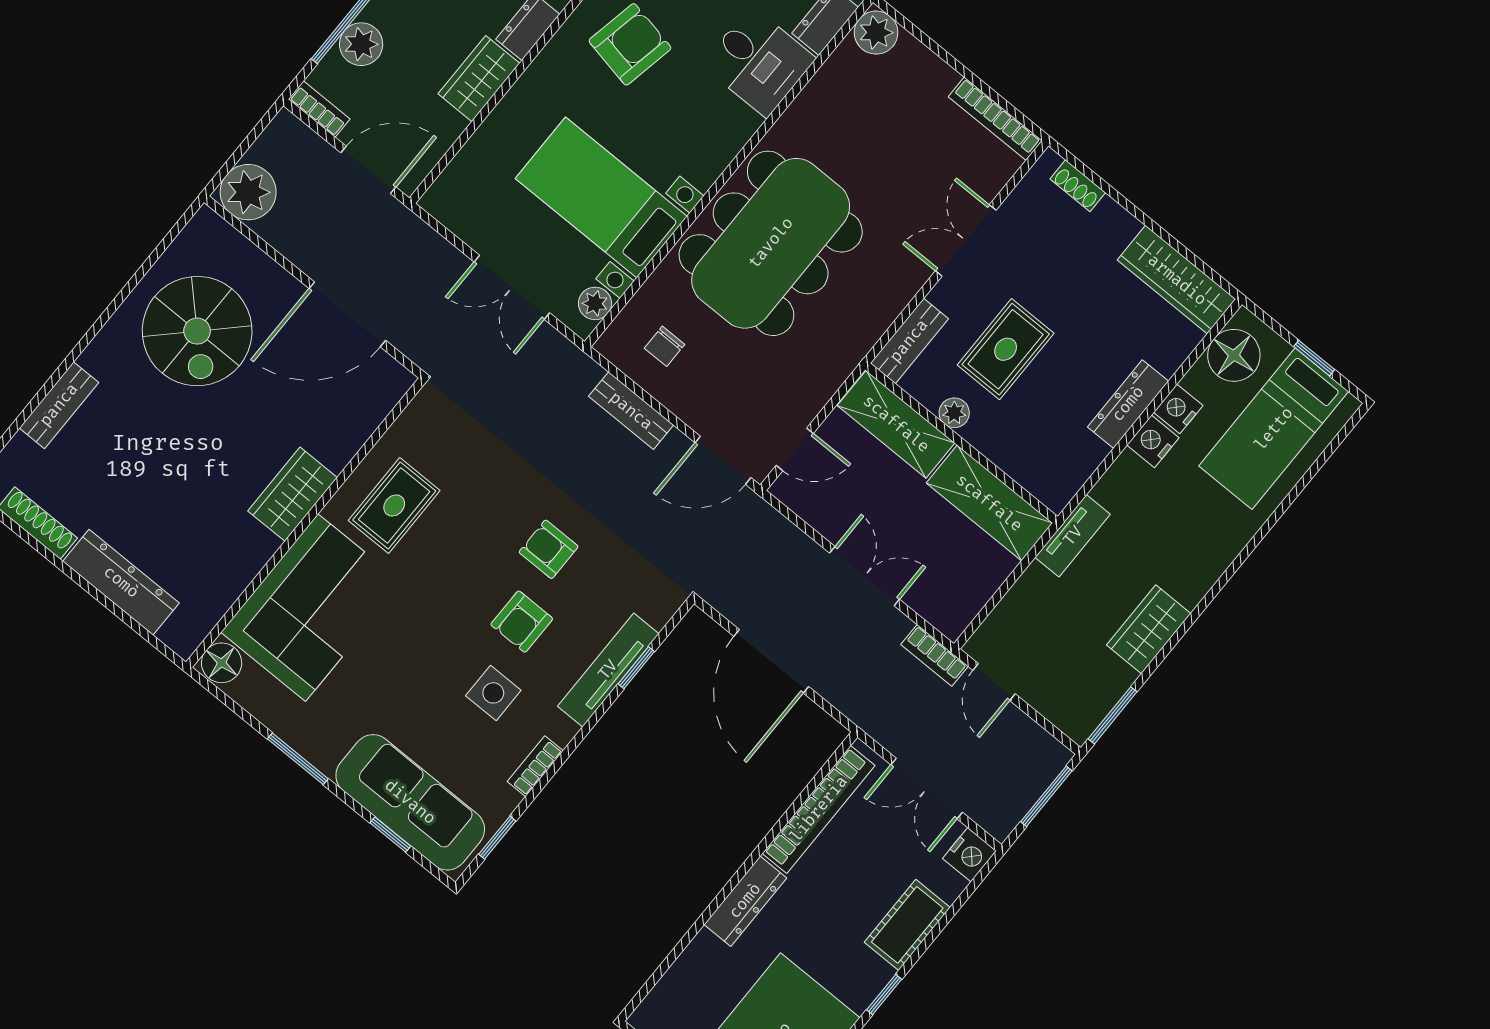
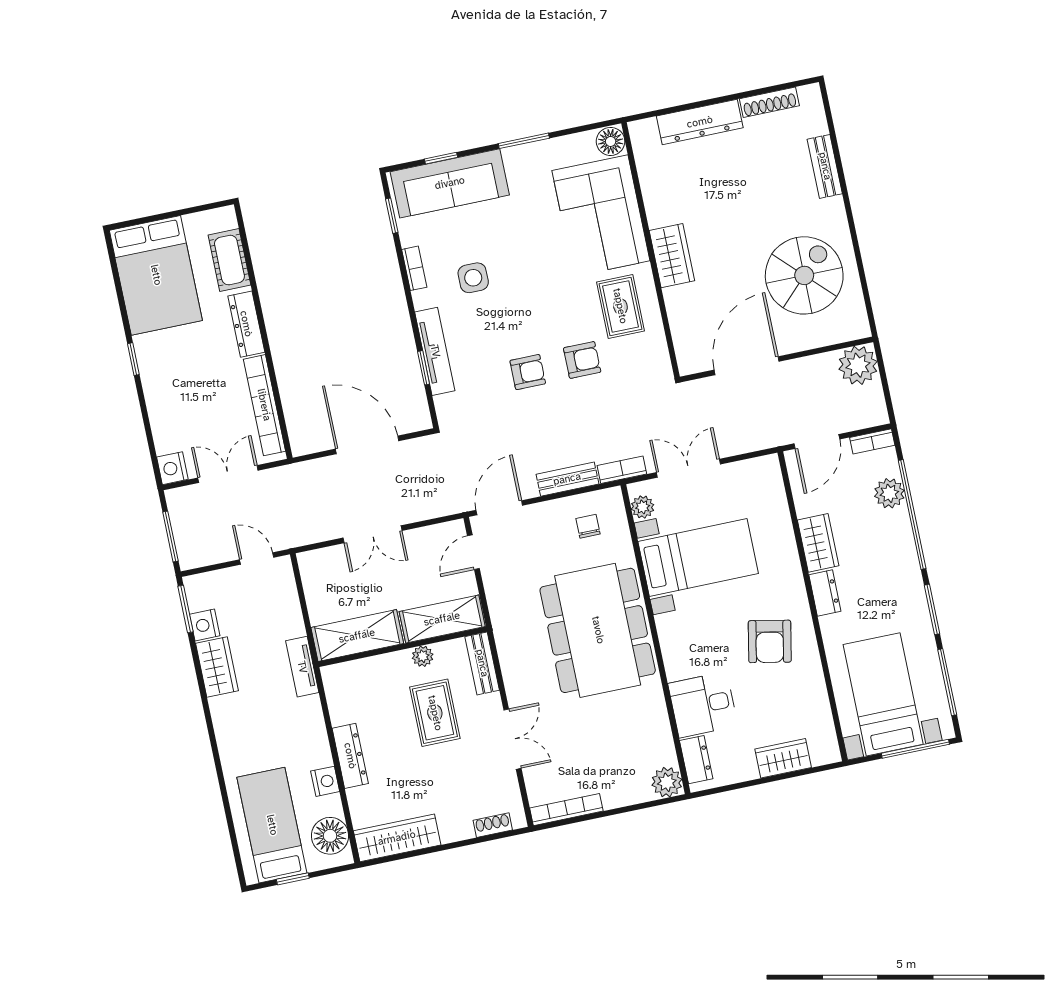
spiral stairs: (197, 331) -> (804, 275), turned 90
nightstand: (1153, 441) -> (205, 625), moved, turned 180
armchair: (522, 622) -> (582, 360), moved, turned 90
bookcase: (934, 655) -> (622, 470), moved
cot: (907, 925) -> (229, 260), moved

